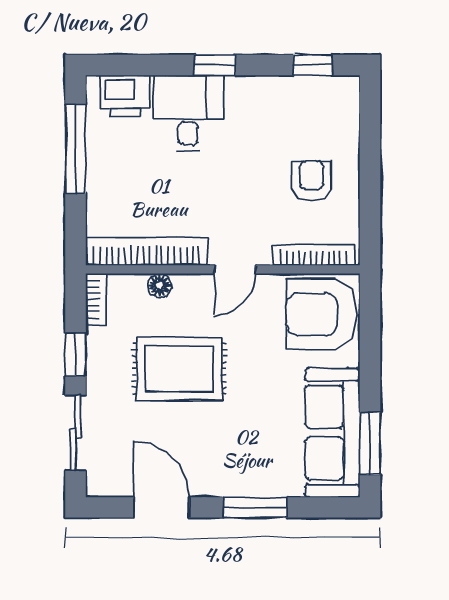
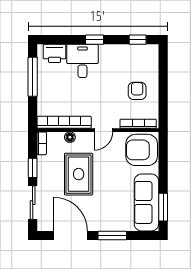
rug: (179, 369) -> (79, 174), turned 90
door: (161, 507) -> (71, 236), width x1.36

